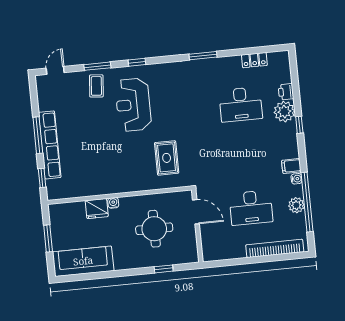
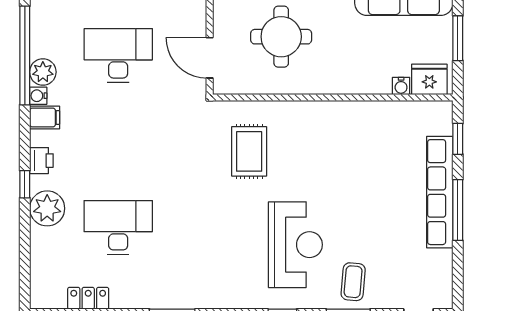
printer: (286, 92) -> (41, 161), moved
water cooler: (113, 203) -> (401, 86), moved
plant: (296, 205) -> (43, 72), moved
fridge: (97, 209) -> (429, 79), moved

